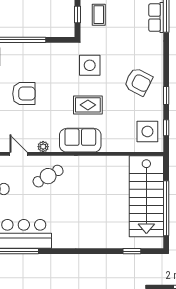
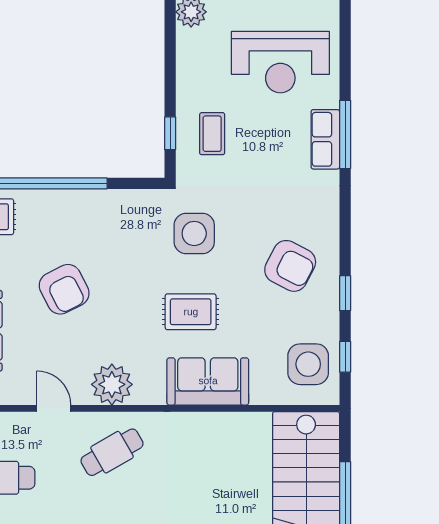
armchair: (24, 94) -> (64, 289), turned 63
sofa: (80, 140) -> (208, 381), moved
plant: (43, 147) -> (112, 384), width x1.87, depth x1.87

